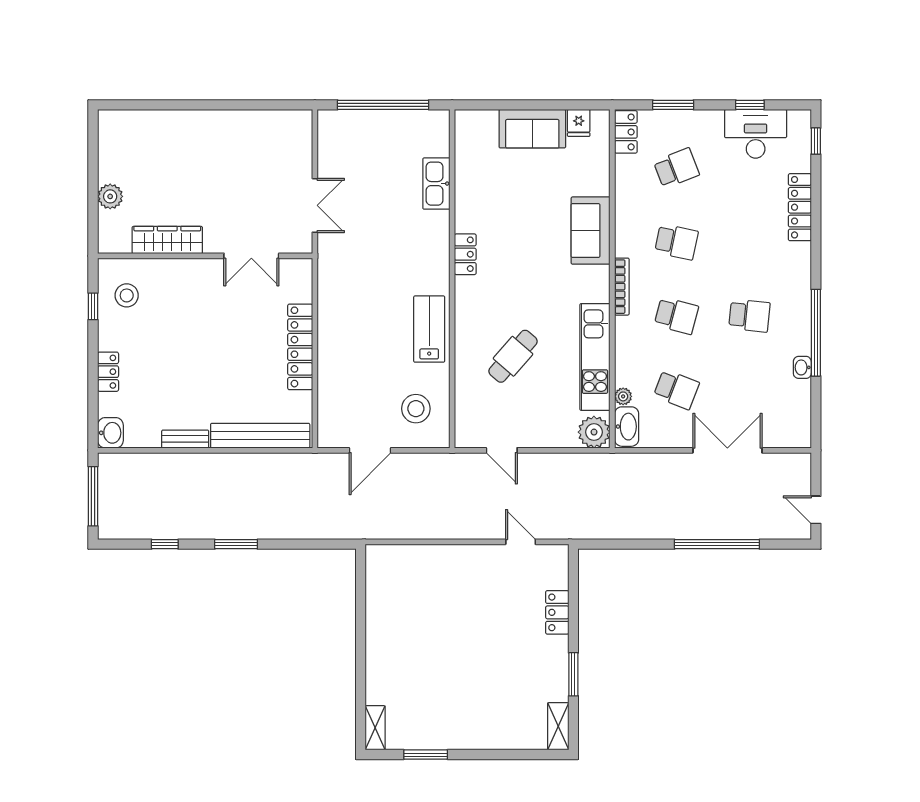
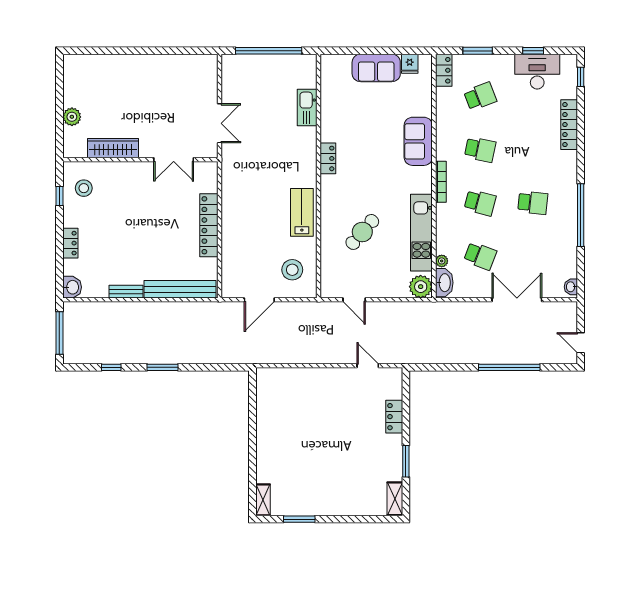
washbasin: (802, 367) -> (571, 287), moved

